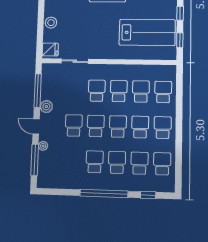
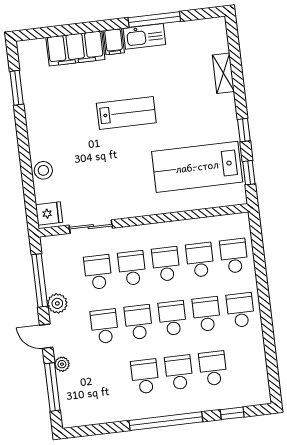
lab bench: (147, 32) -> (197, 167), turned 180
school desk: (162, 164) -> (98, 272), moved

